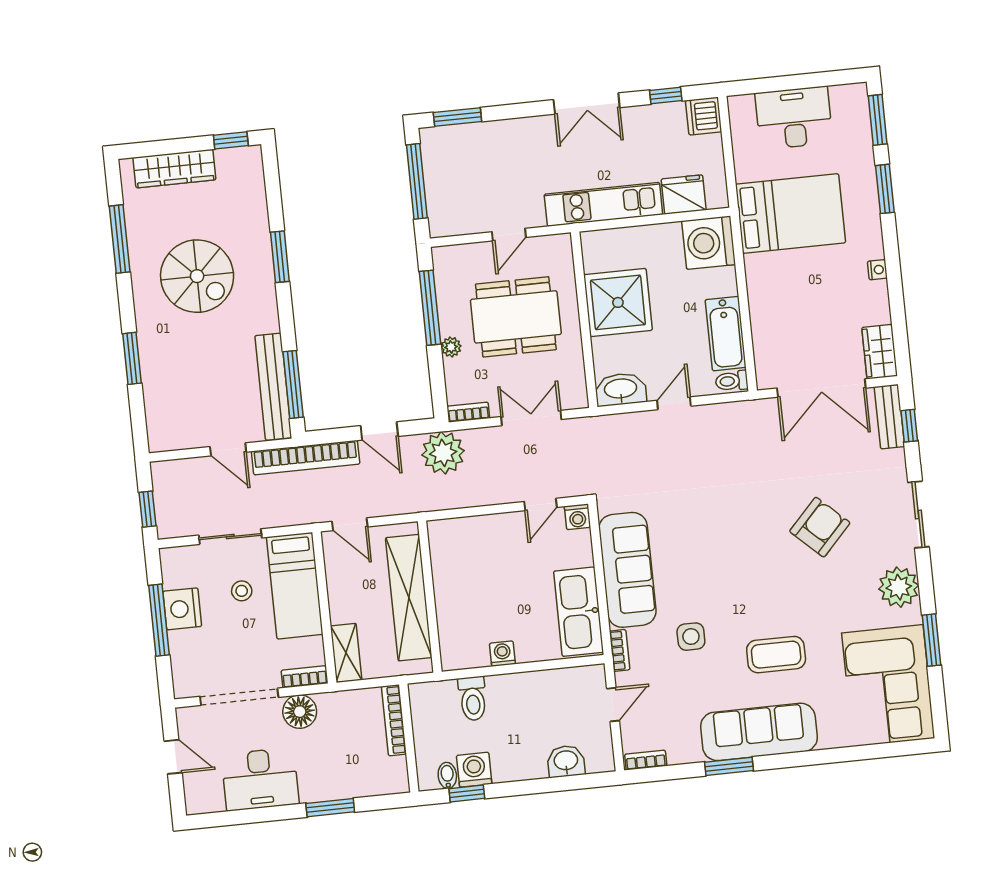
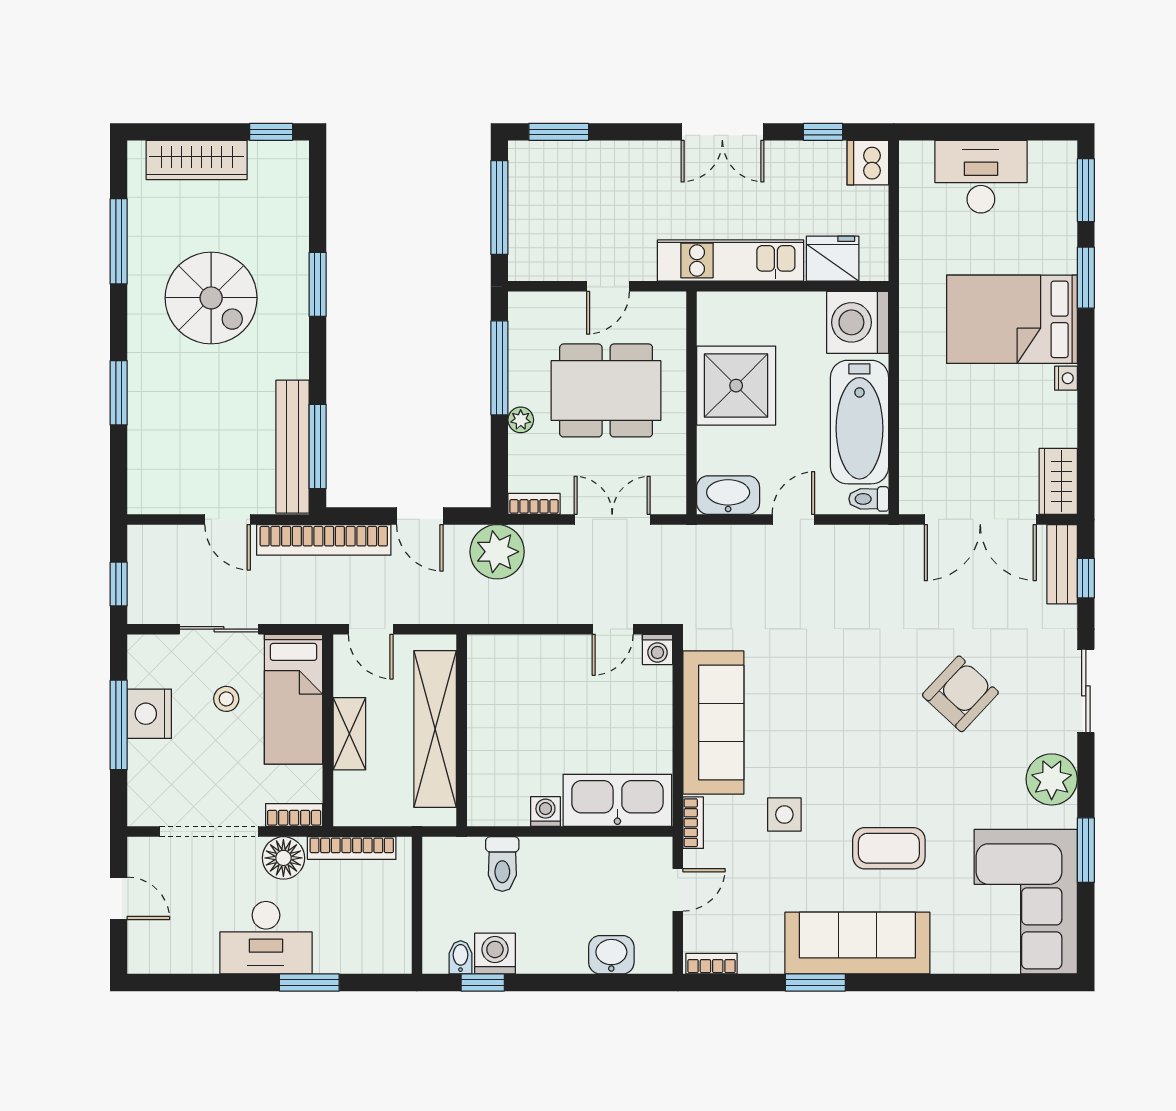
bed: (791, 214) -> (1012, 319), moved, turned 180
bathtub: (726, 334) -> (859, 422), width x1.36, depth x1.36
kitchen sink: (579, 612) -> (617, 800), moved, turned 90
shelving: (346, 653) -> (349, 734), moved
bookcase: (394, 720) -> (352, 848), moved, turned -90
desk: (260, 779) -> (266, 938), moved

